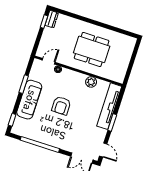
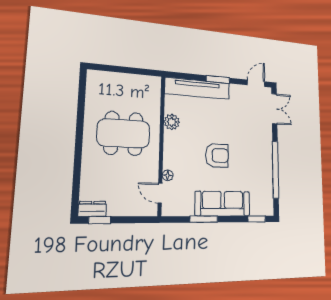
dining table: (92, 49) -> (124, 133), turned 90

